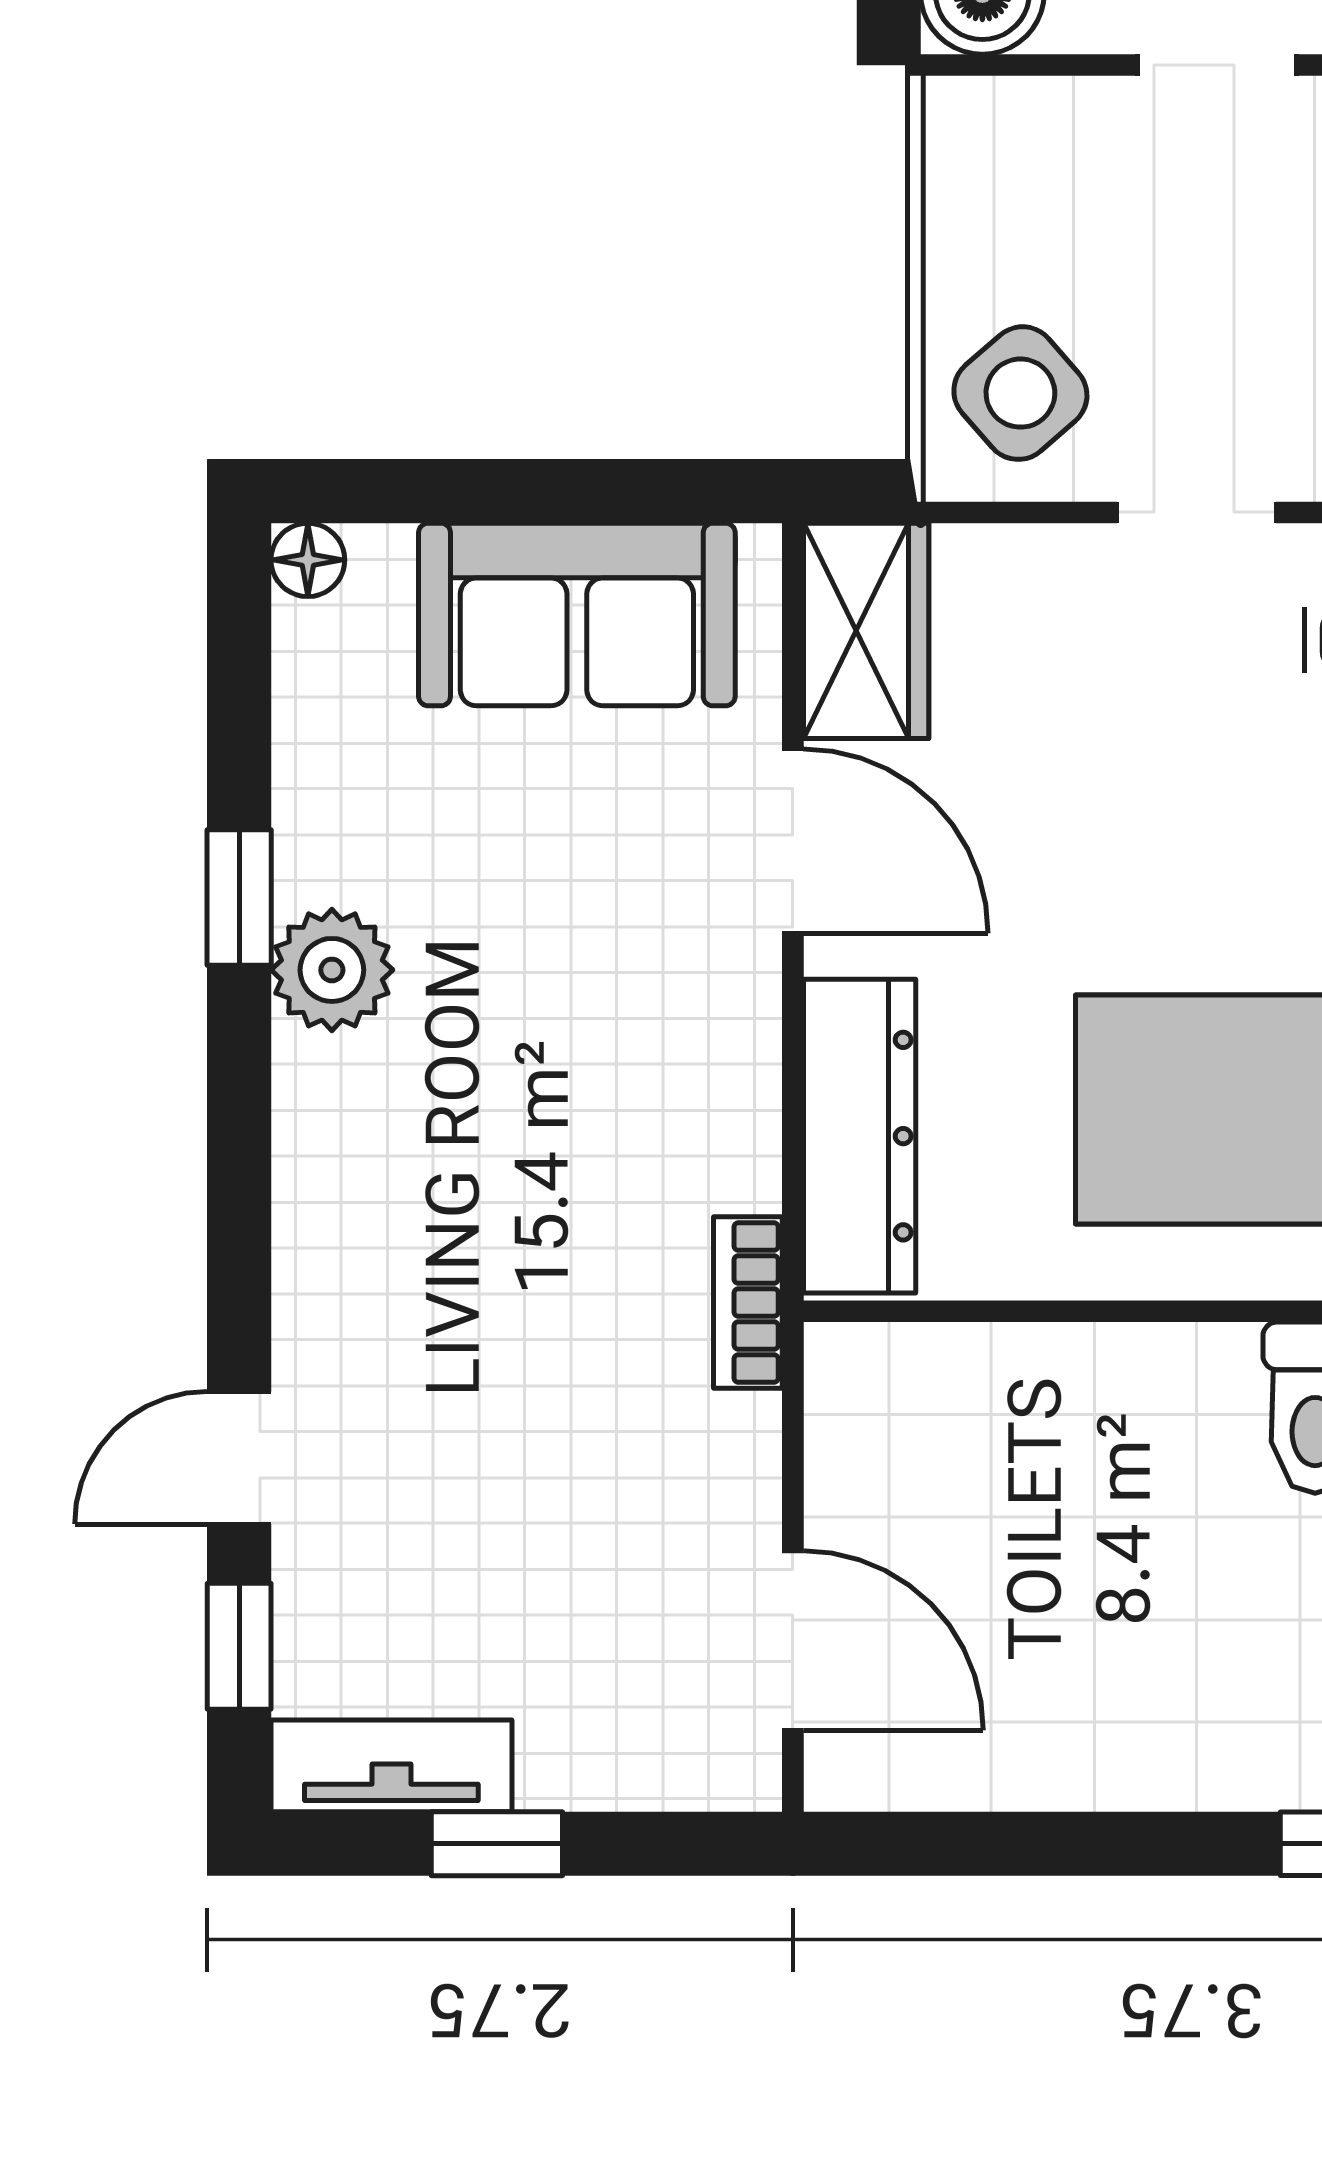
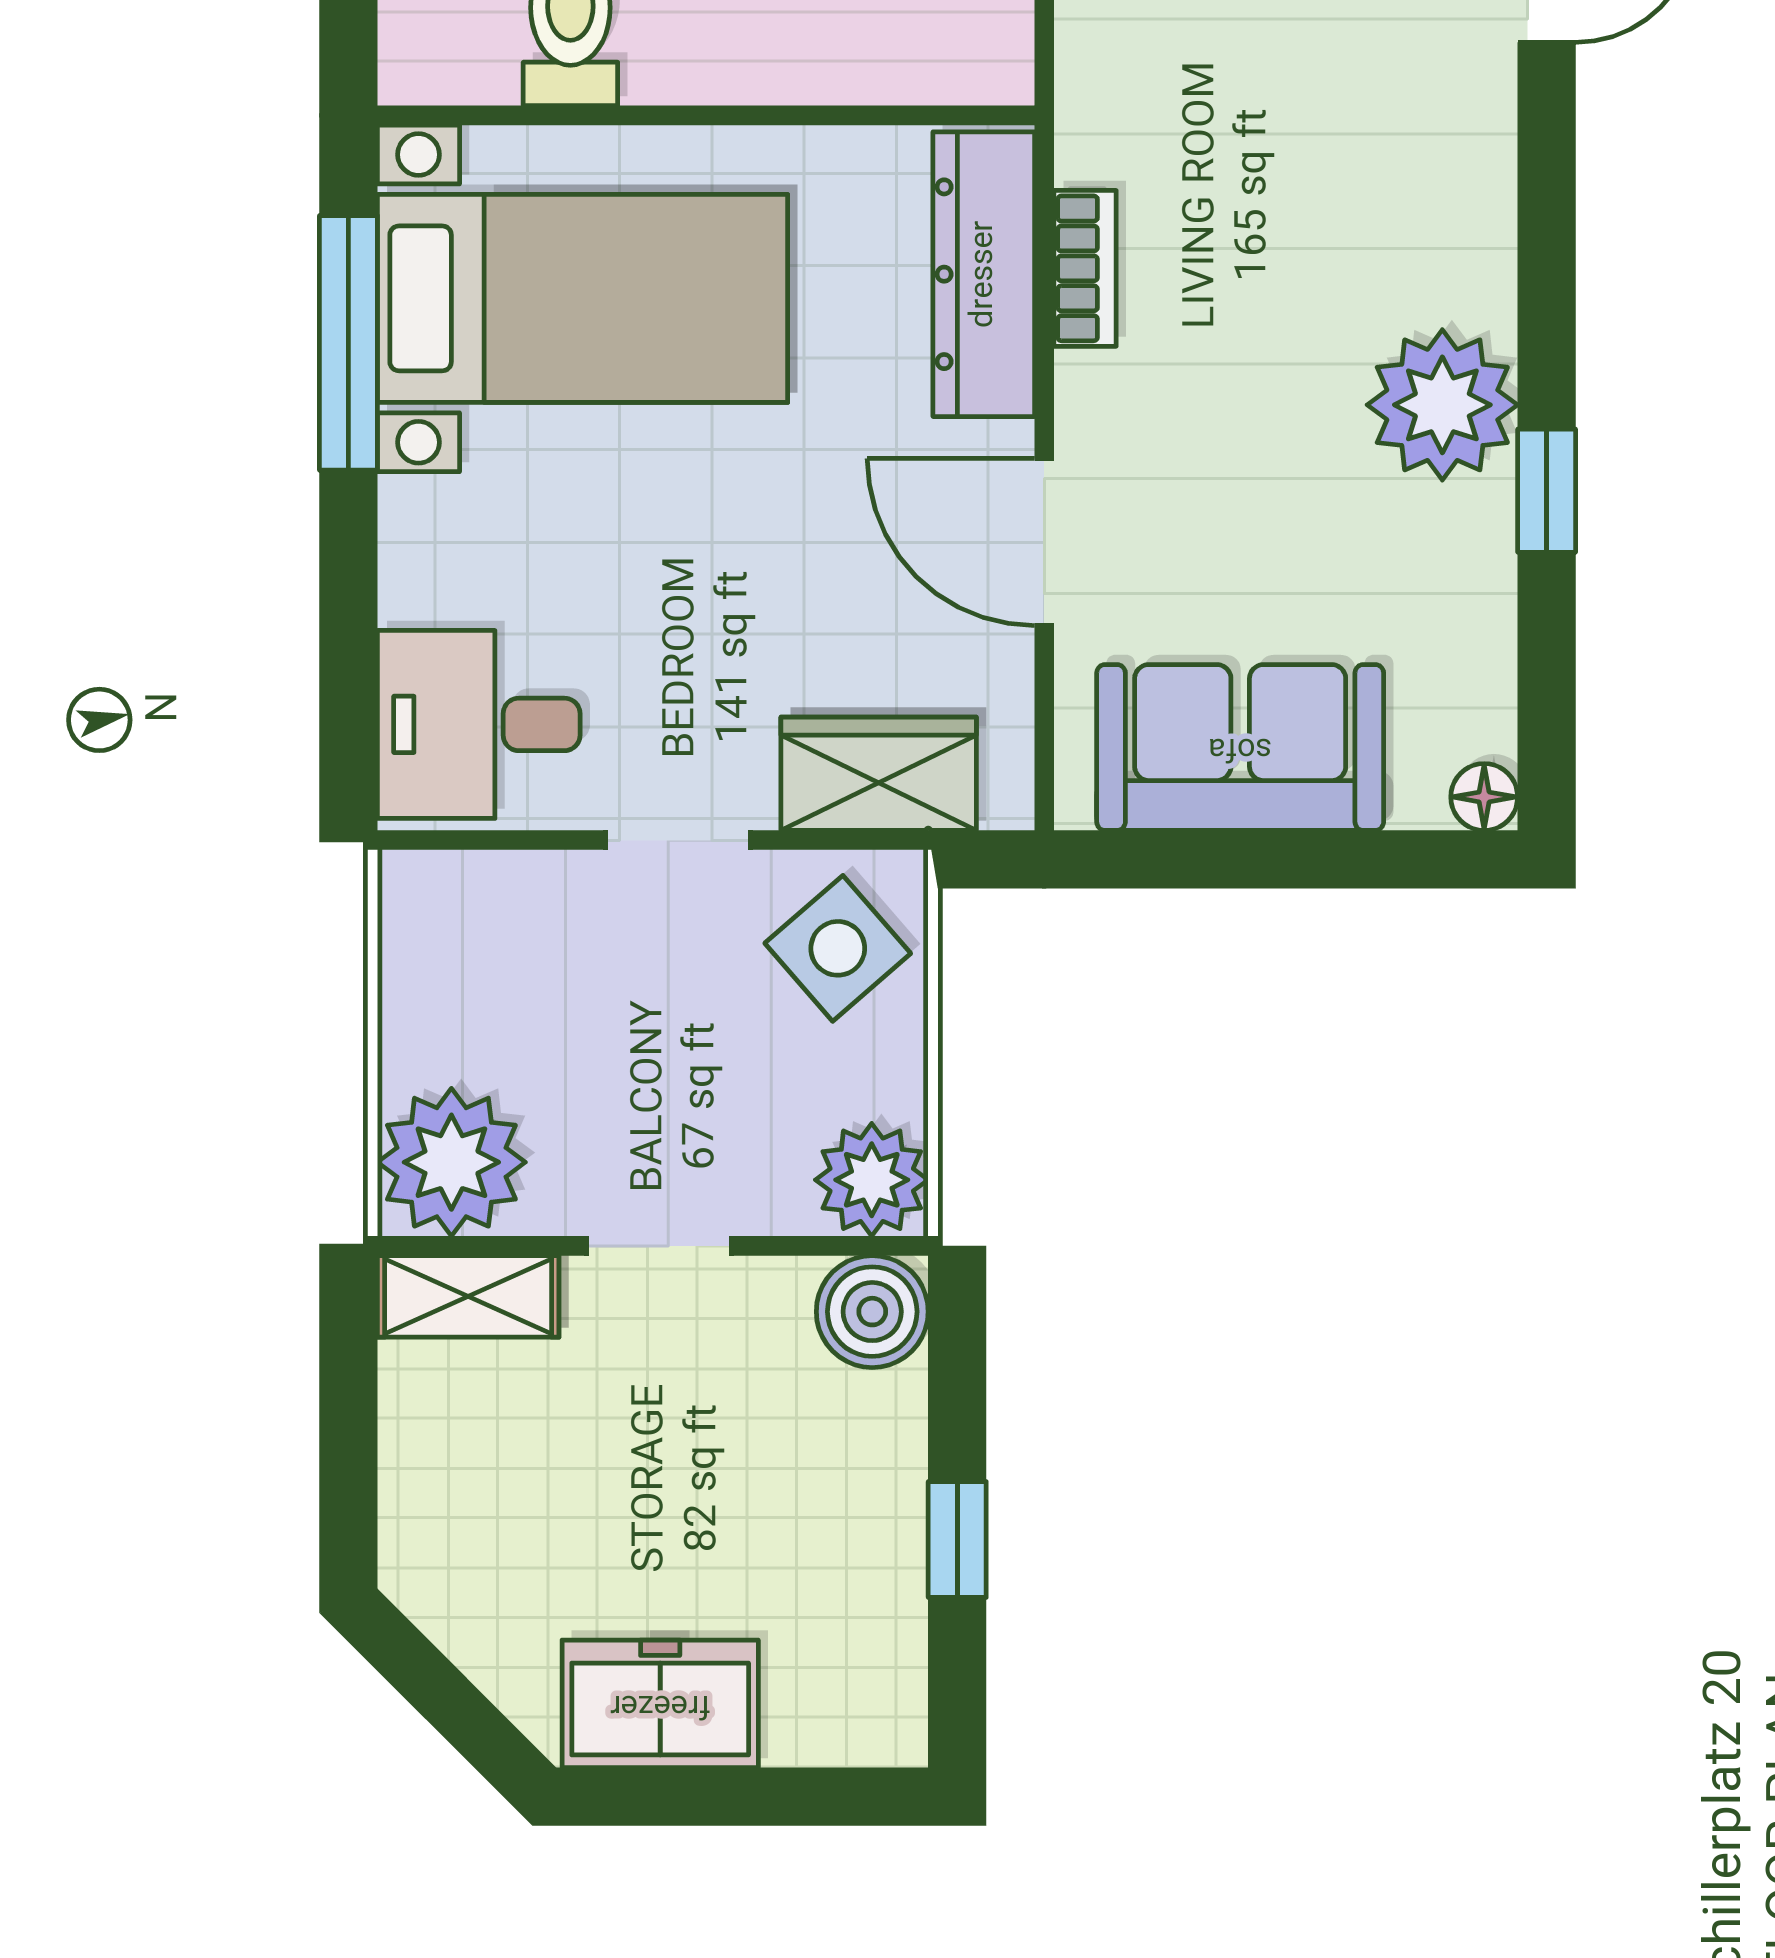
plant: (983, 138) -> (872, 1180), added
wardrobe: (866, 631) -> (879, 774), moved, turned 90
plant: (332, 970) -> (1442, 405), width x1.36, depth x1.36
bookcase: (748, 1303) -> (1085, 268), moved

